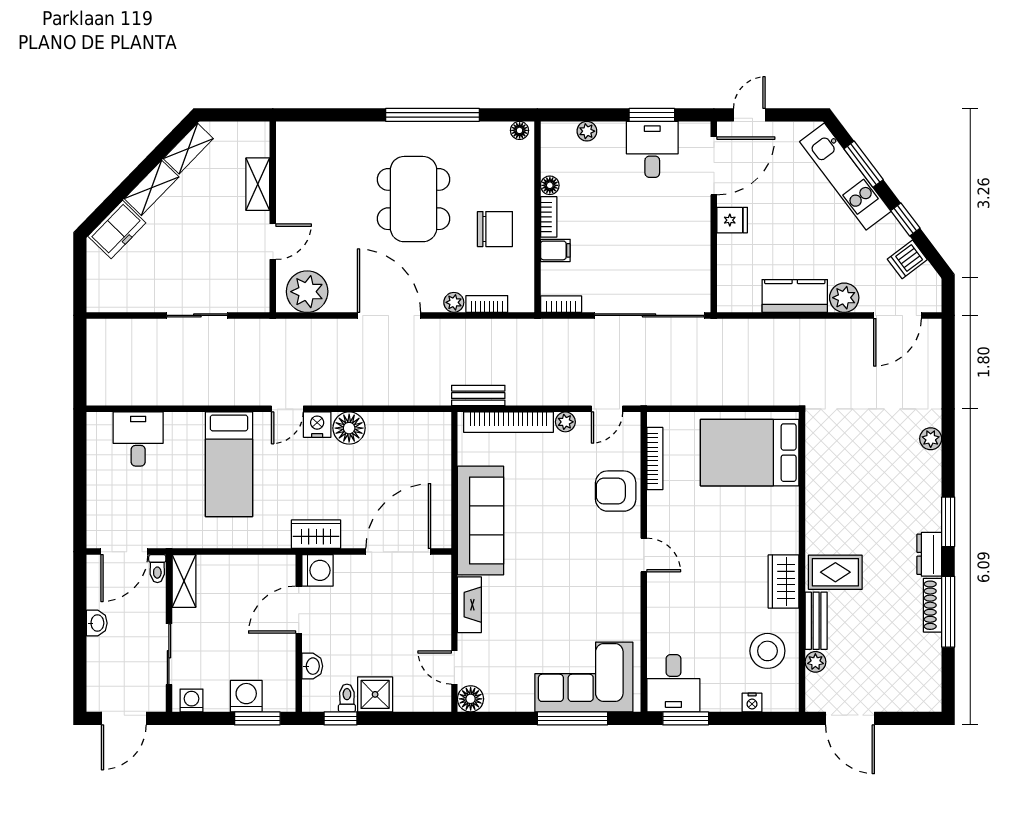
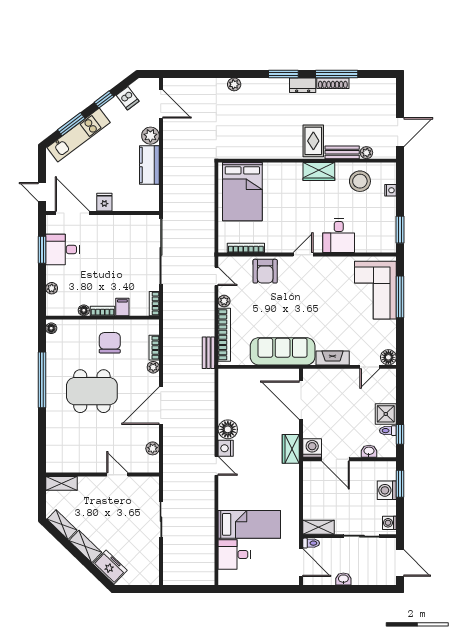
shelving: (258, 184) -> (61, 483), moved
plant: (307, 292) -> (153, 448), width x0.53, depth x0.53
bed: (229, 464) -> (249, 524), moved
desk: (673, 683) -> (339, 236), moved, turned 90

